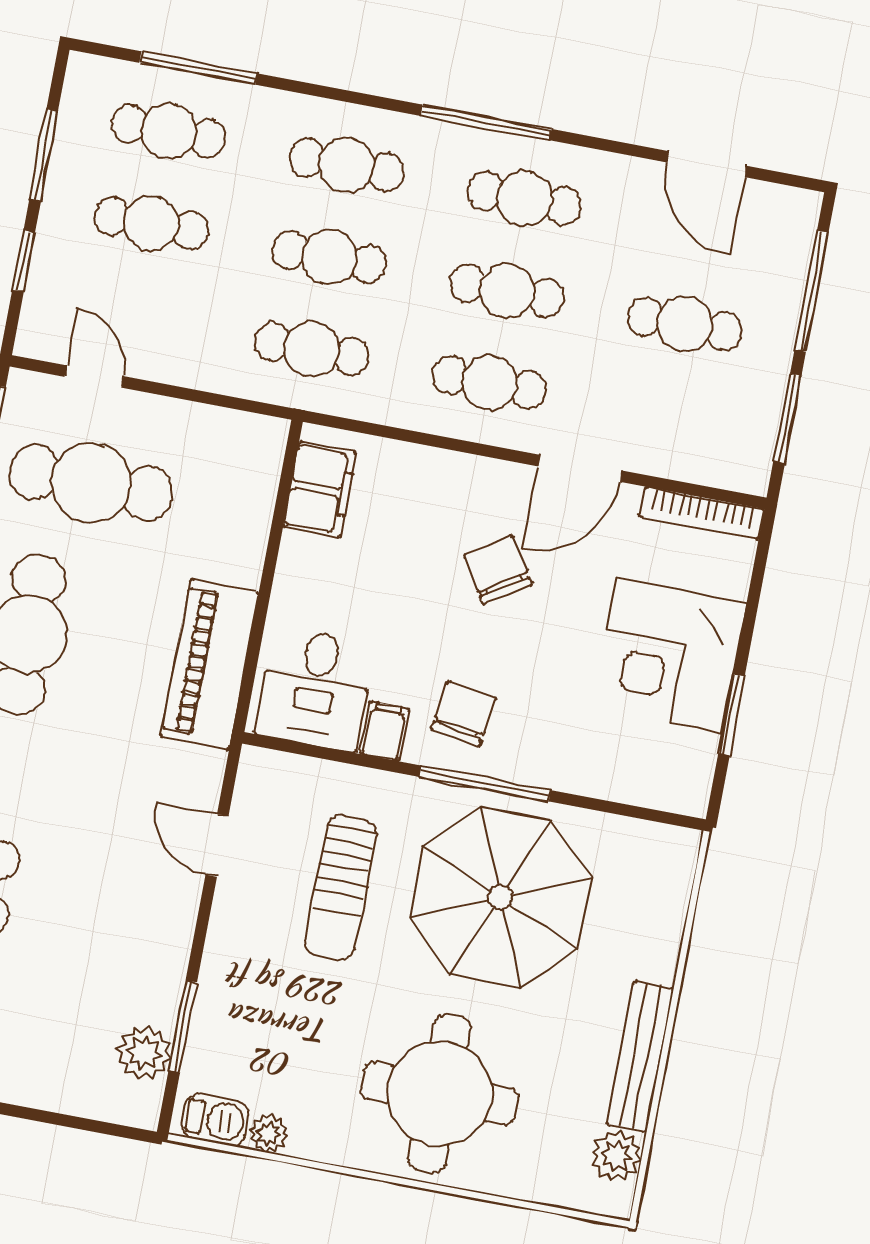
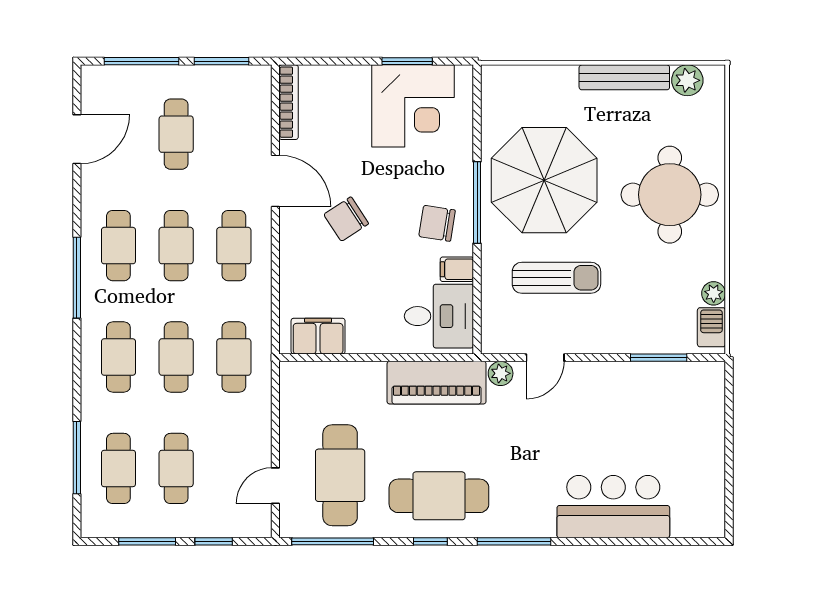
corner desk: (669, 655) -> (413, 106), moved
plant: (144, 1053) -> (501, 373), moved, width x0.73, depth x0.73

